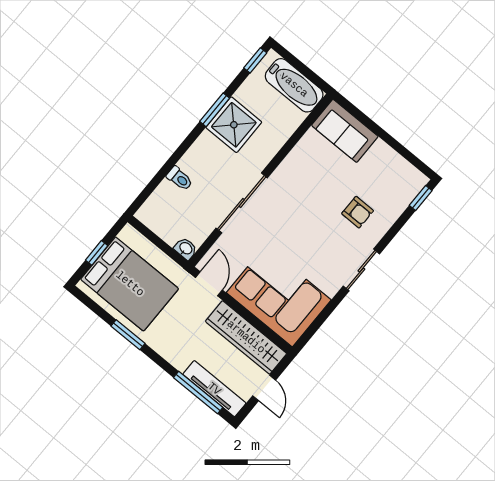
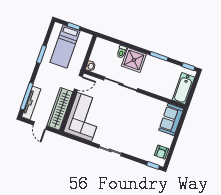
shower: (234, 125) -> (134, 60), moved
armchair: (358, 212) -> (161, 152), moved
bed: (130, 284) -> (65, 46), width x0.67
door: (264, 388) -> (40, 126), hinge flipped

